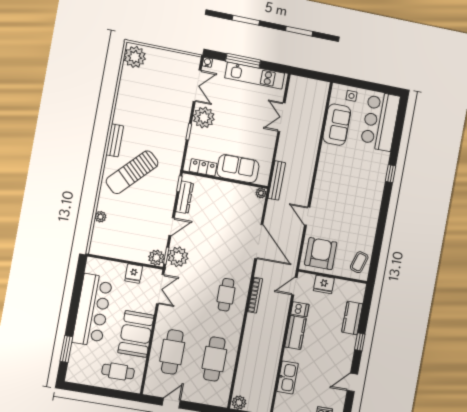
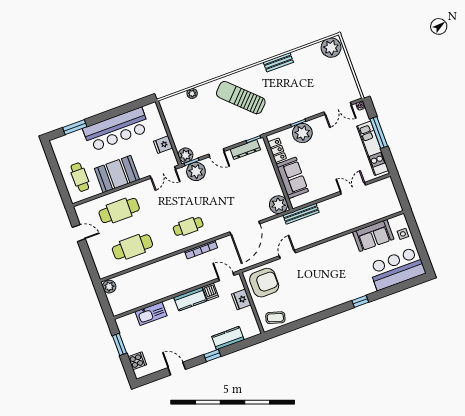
plant: (204, 118) -> (302, 133), moved
bench: (115, 140) -> (278, 62), moved
plant: (261, 193) -> (279, 205), width x1.87, depth x1.87

